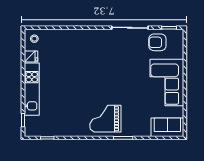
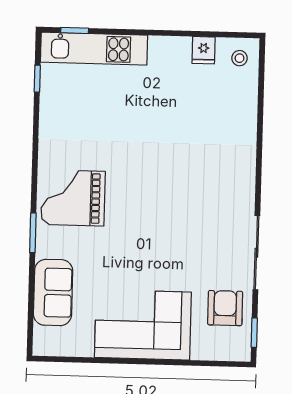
kitchen unit: (32, 89) -> (94, 49), moved
grand piano: (105, 119) -> (73, 198), turned -90
sofa: (167, 127) -> (53, 292), moved

